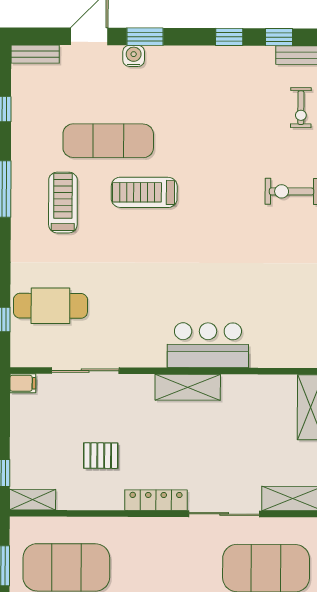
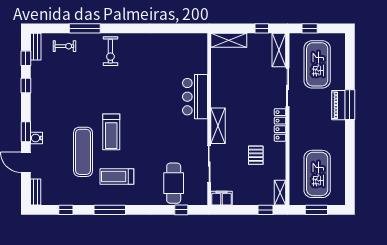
filing cabinet: (23, 383) -> (221, 198), width x2.00
shelving: (188, 387) -> (218, 126), moved

